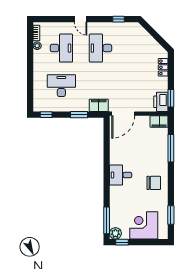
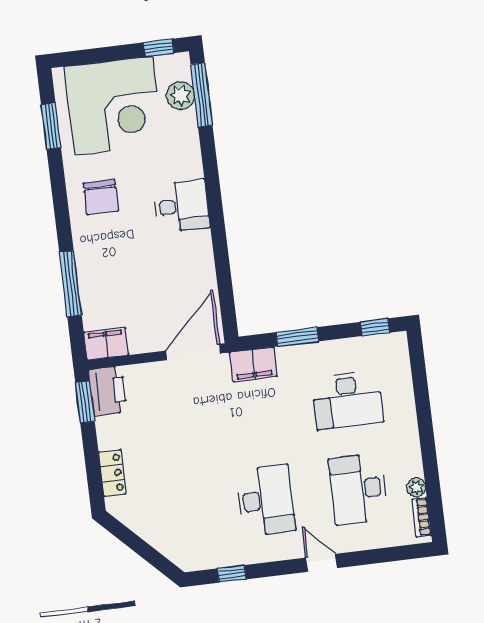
chair: (154, 183) -> (101, 197), turned -90
corner desk: (144, 225) -> (114, 105), width x1.36, depth x1.36
plant: (115, 233) -> (180, 96), moved

